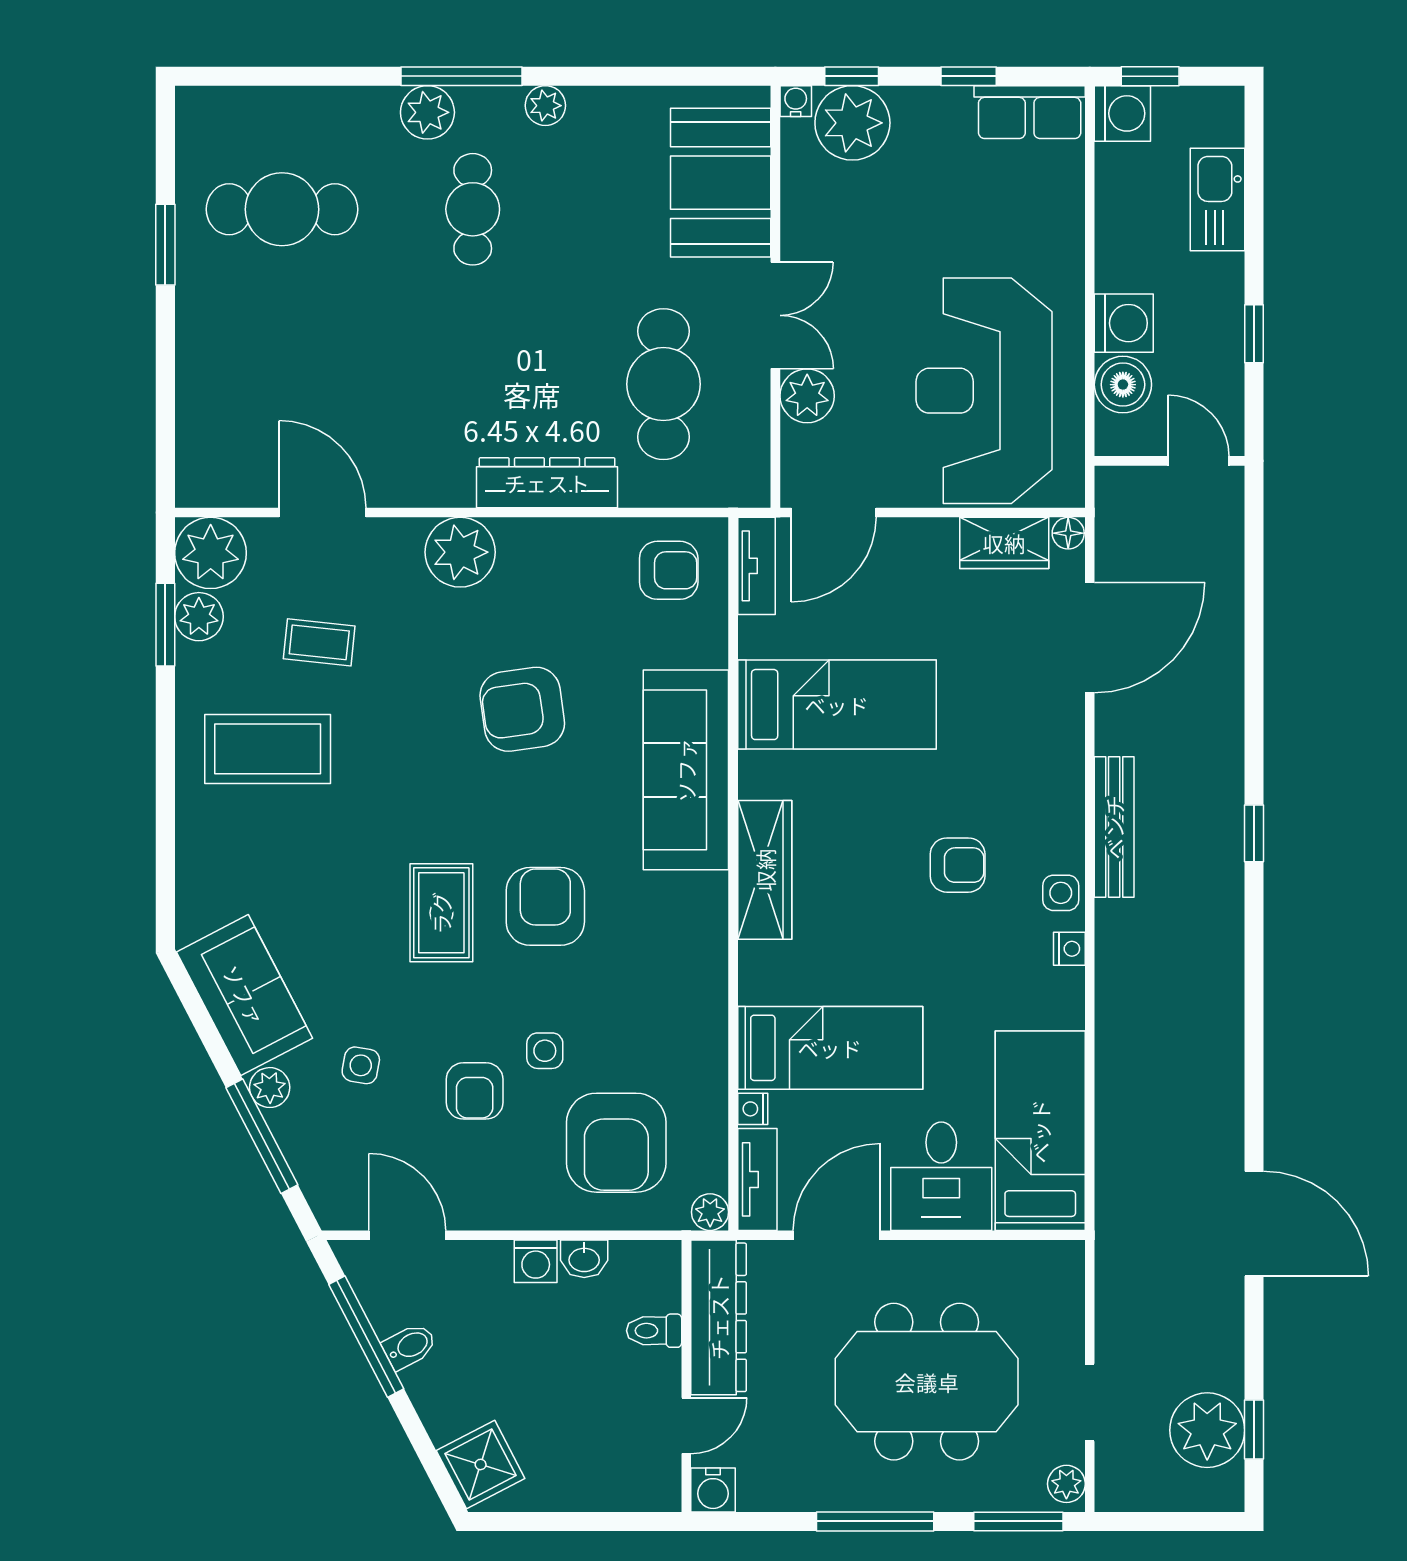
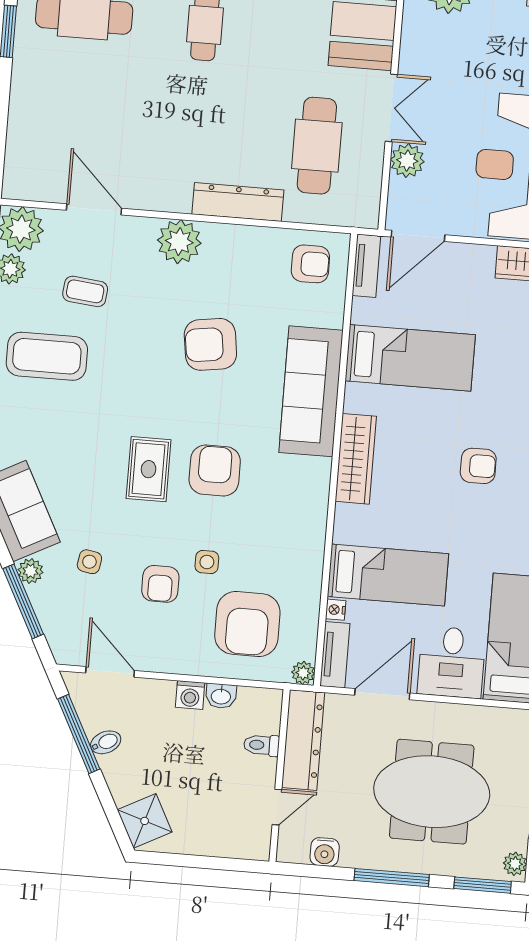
water cooler: (713, 1490) -> (325, 852), moved

